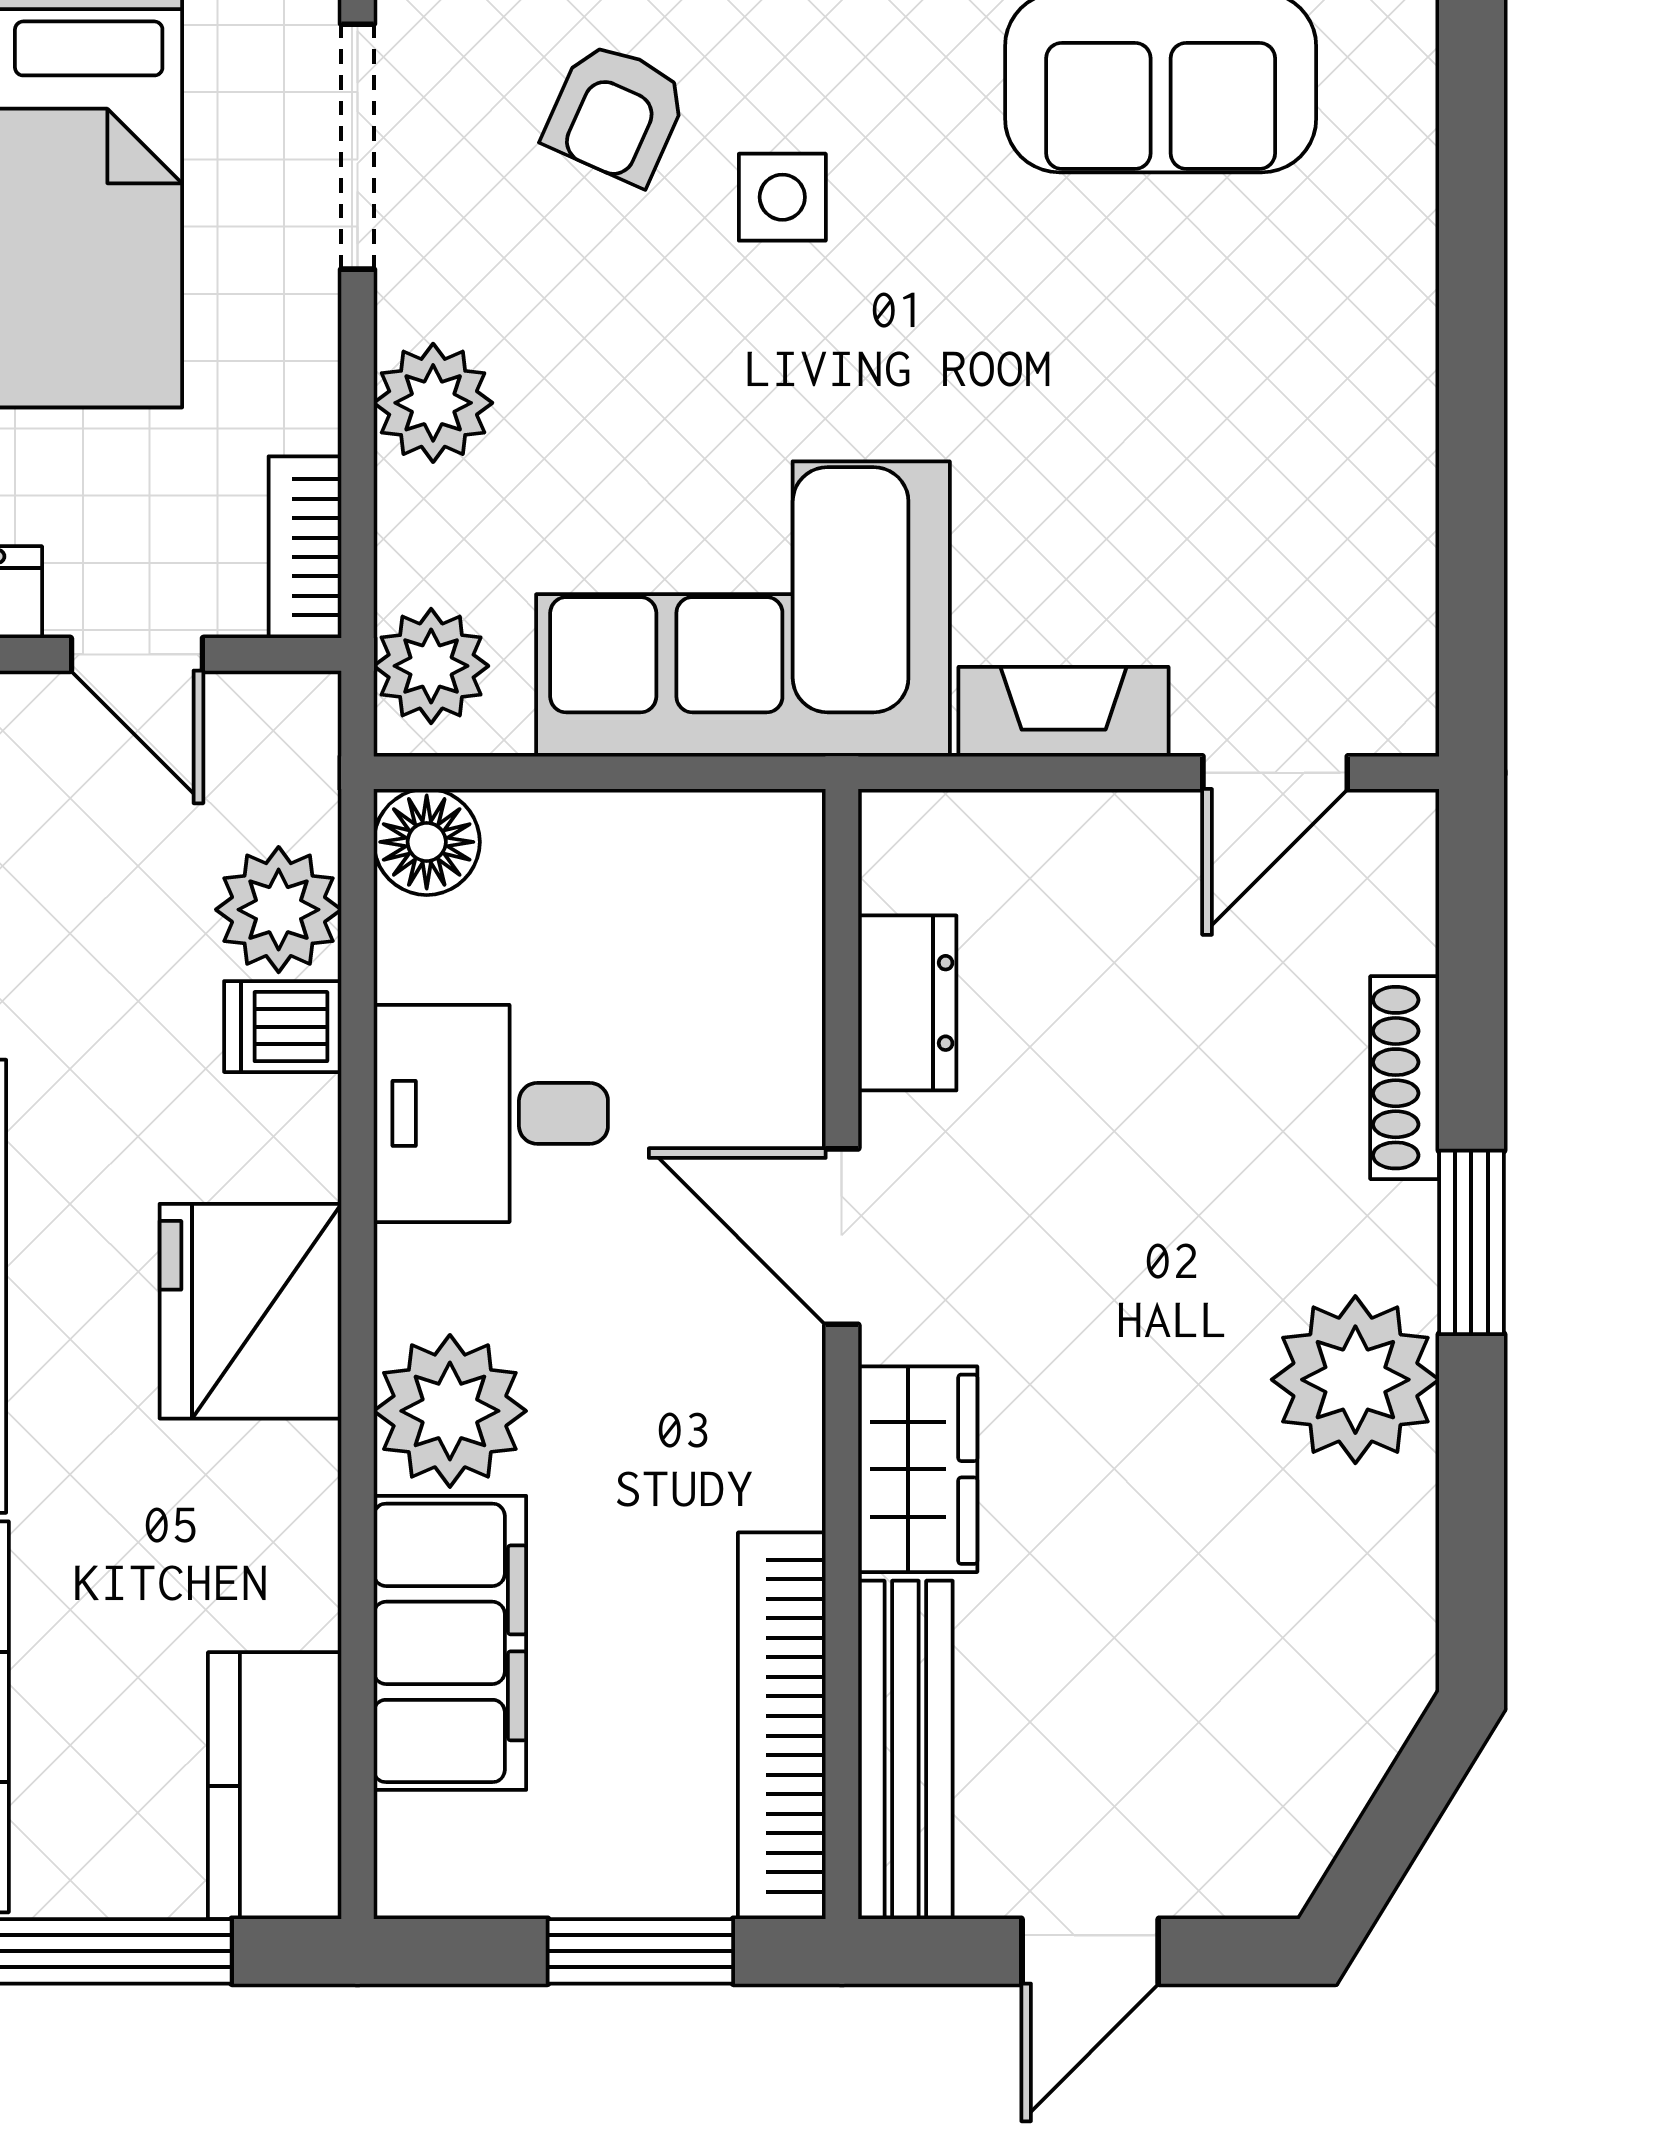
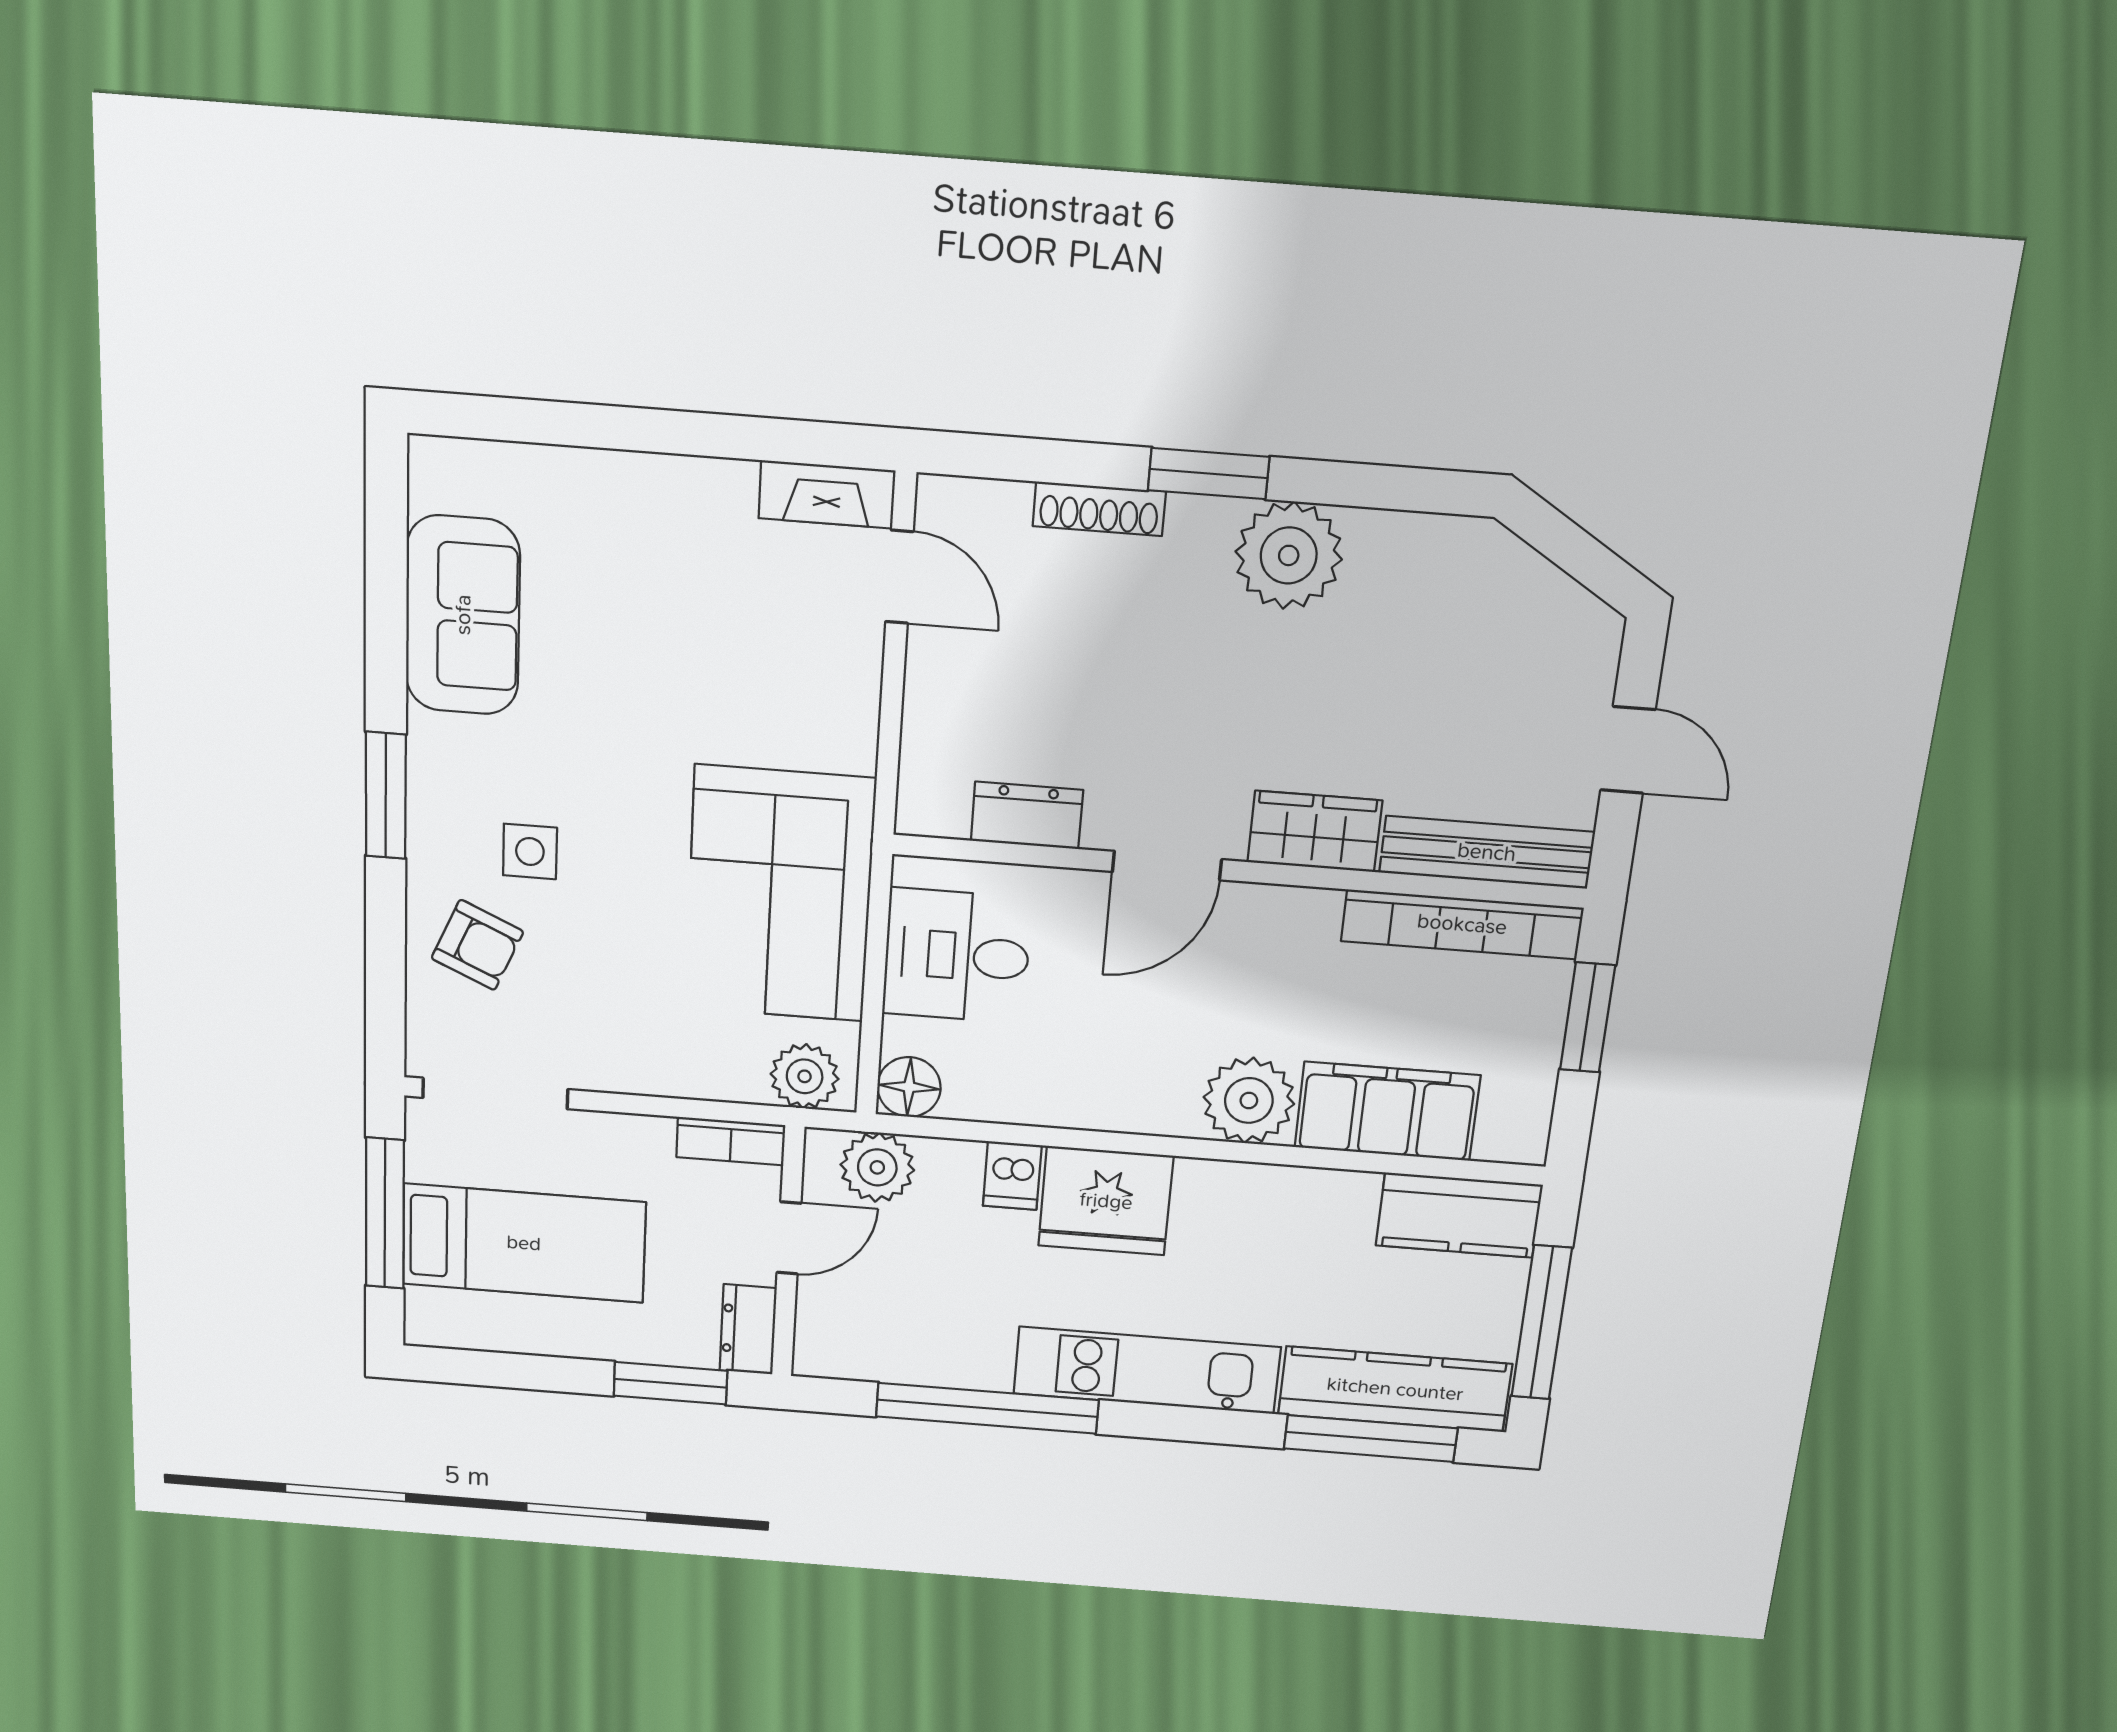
plant: (433, 403) -> (648, 1063), removed
fireplace: (1064, 712) -> (827, 494), moved, turned -90
plant: (279, 910) -> (877, 1167), moved
desk: (491, 1113) -> (957, 956), moved, turned 90
fridge: (250, 1311) -> (1106, 1201), moved

